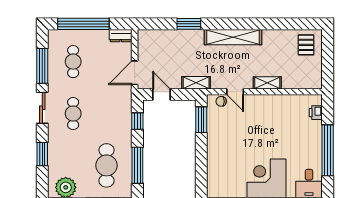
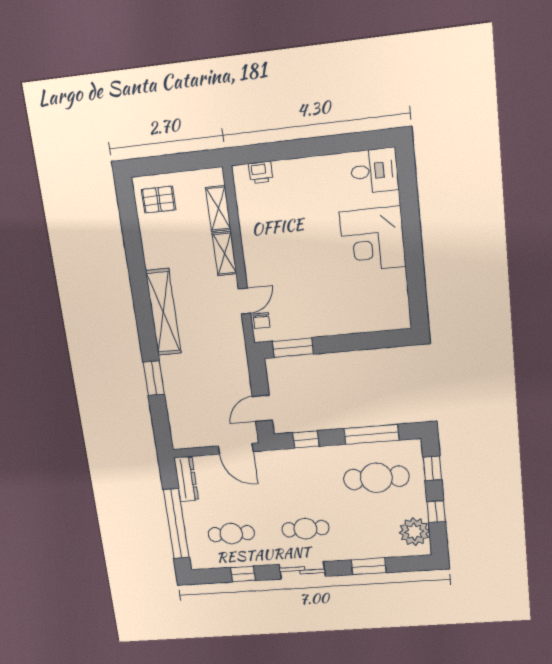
dresser: (121, 36) -> (186, 479), width x1.44
window: (42, 66) -> (243, 574), width x0.46
shelving: (196, 83) -> (218, 209), moved
window: (328, 150) -> (318, 146), removed

